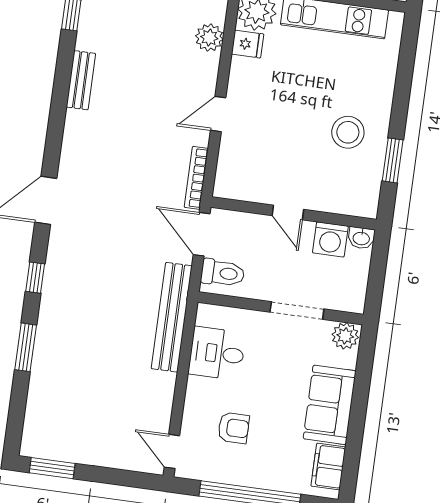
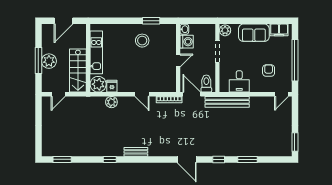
door: (202, 234) -> (192, 94), swing flipped

